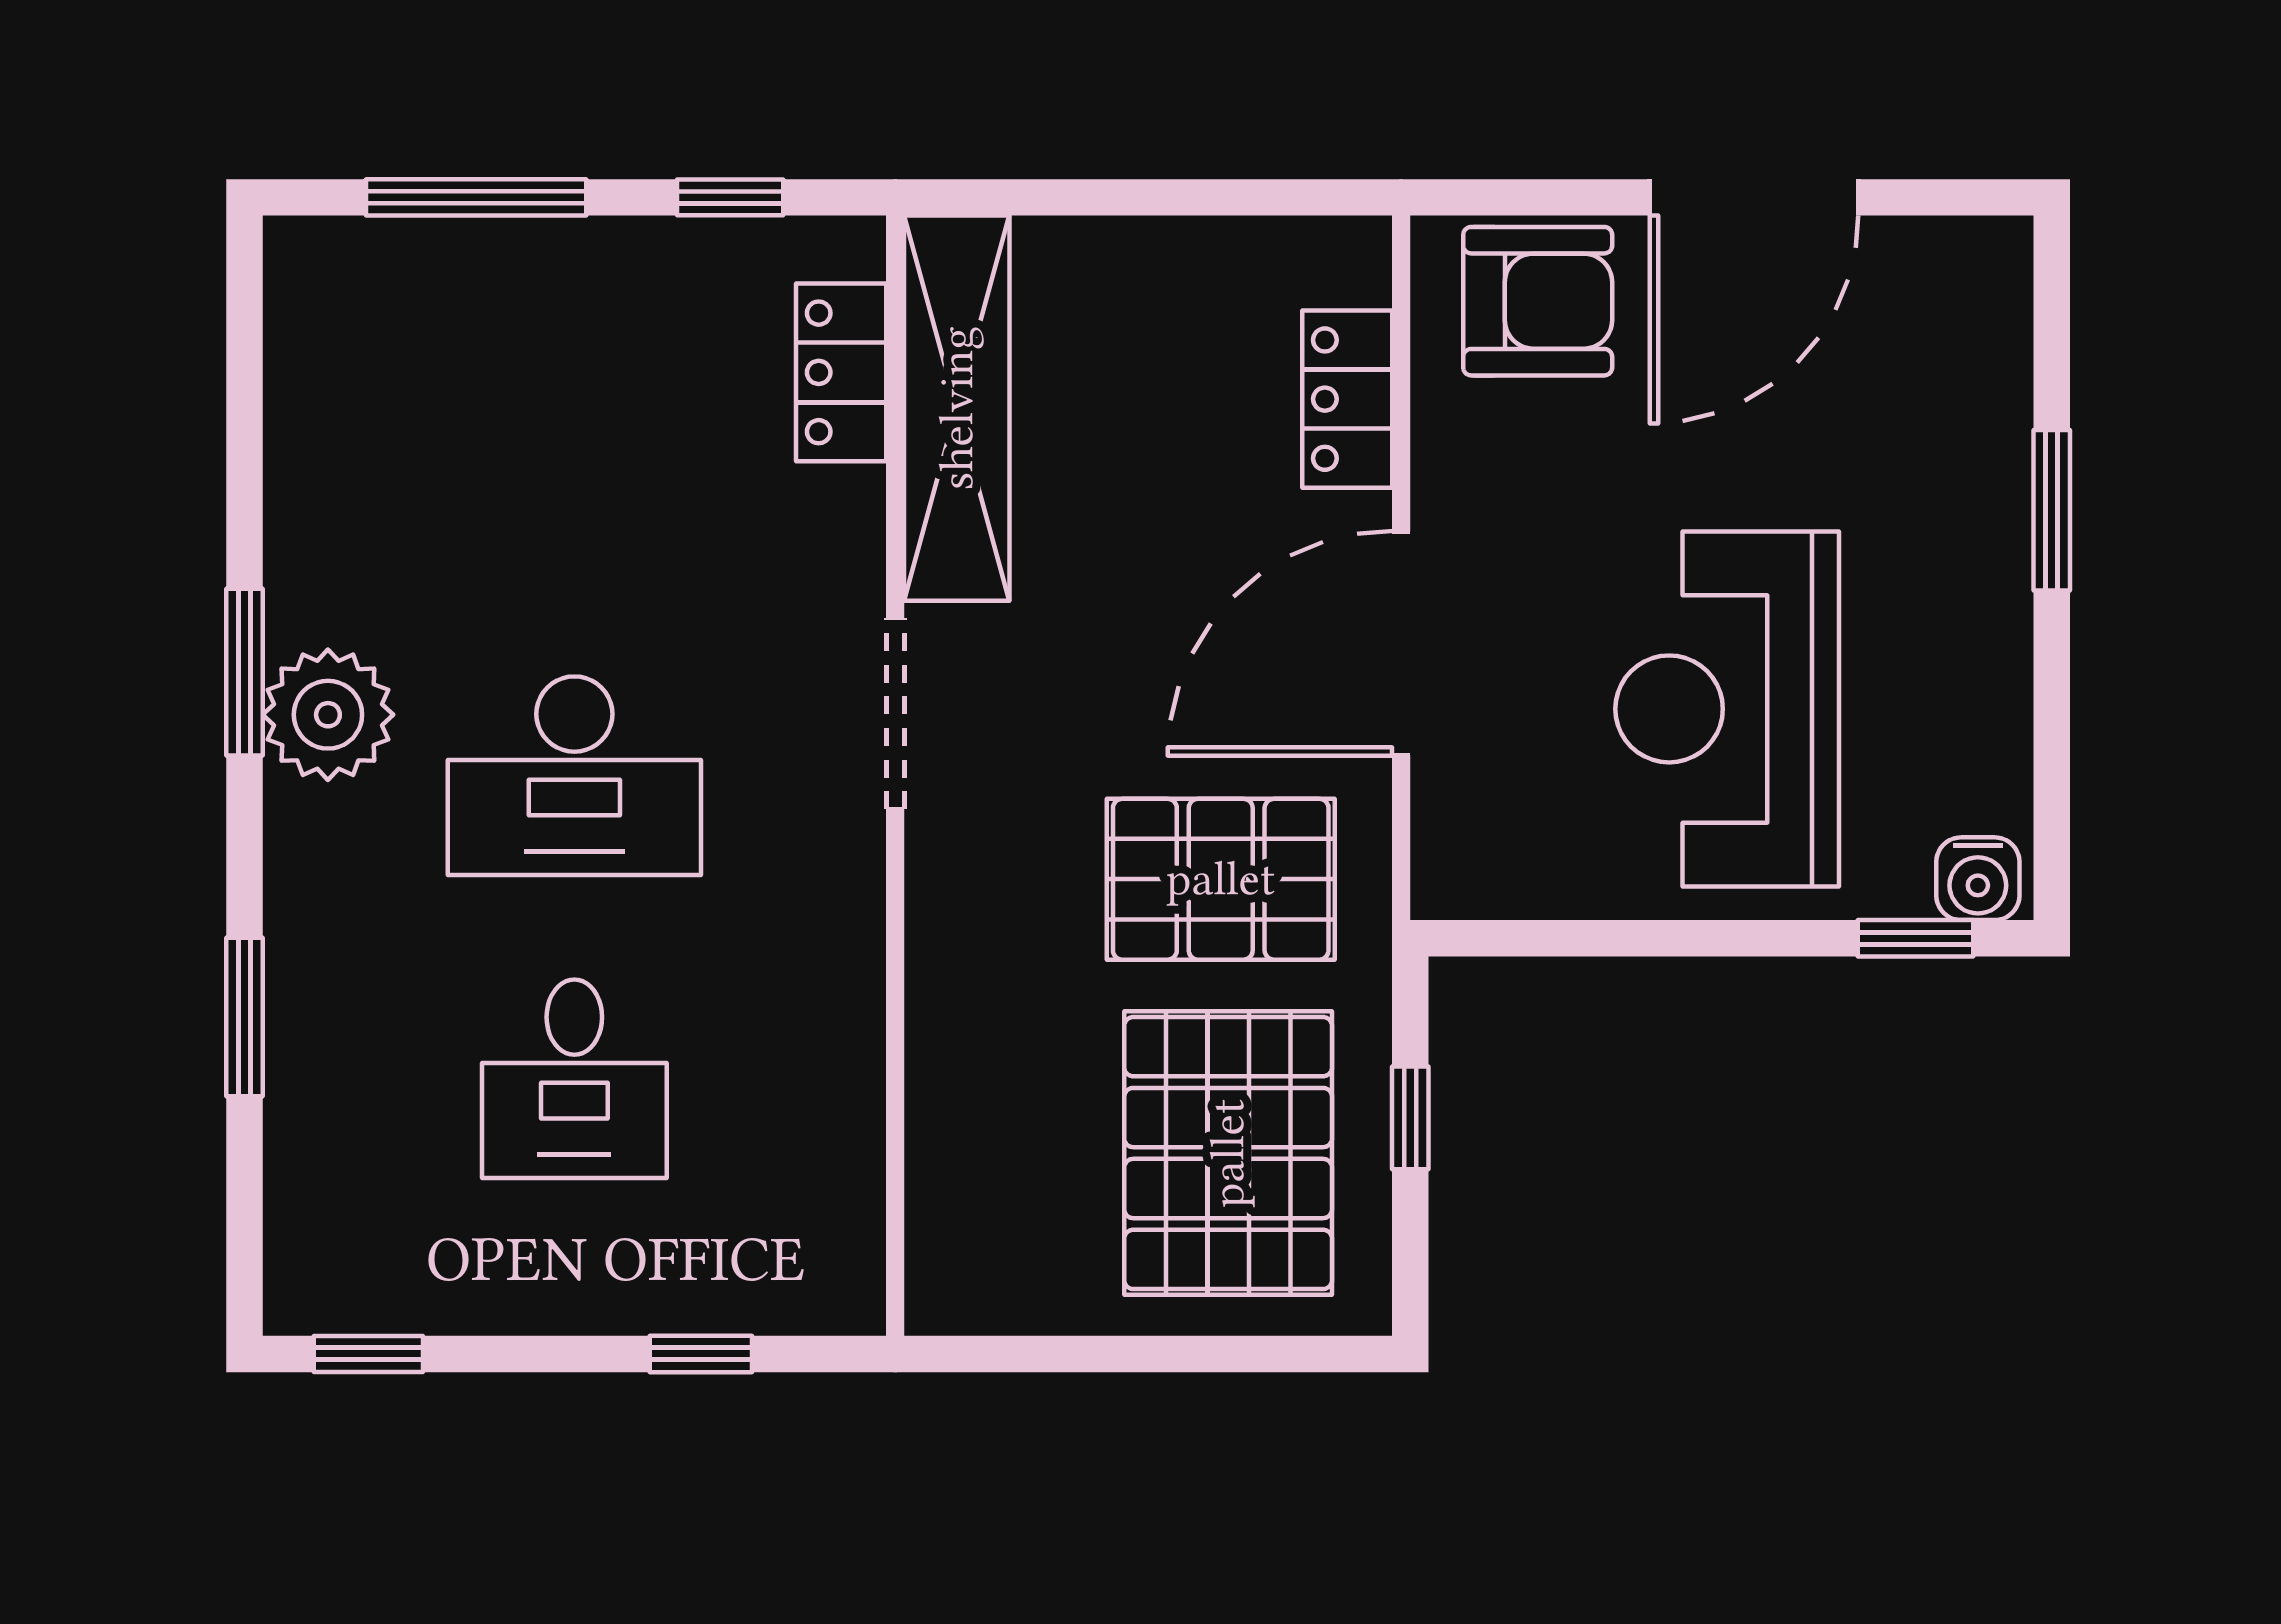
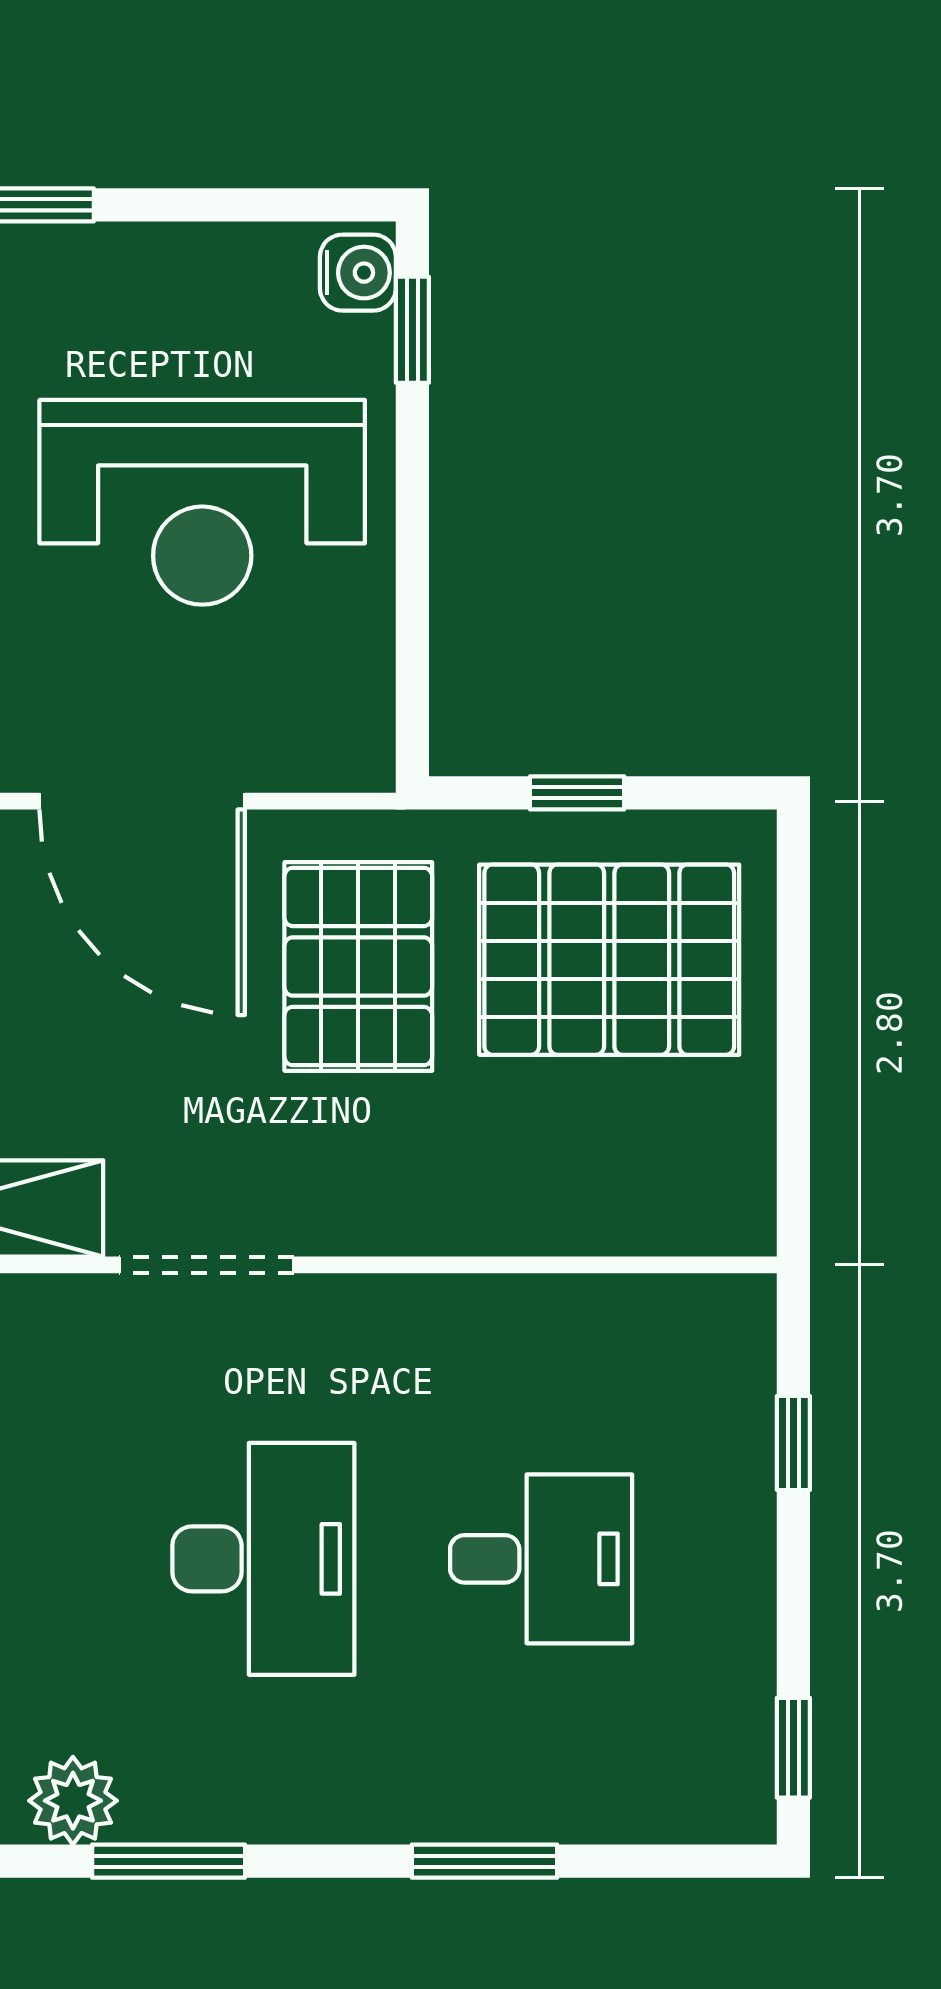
plant: (328, 715) -> (73, 1801), moved, width x0.73, depth x0.73

